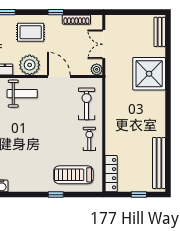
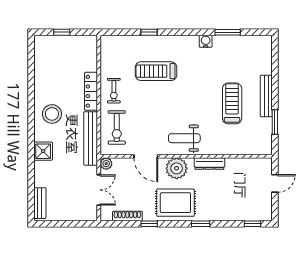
rug: (31, 32) -> (175, 203), width x1.36, depth x1.43
shower: (149, 74) -> (43, 151), width x0.54, depth x0.54
stool: (148, 117) -> (52, 114), added
bench: (159, 163) -> (91, 138), moved
locker: (111, 174) -> (91, 91), moved
treadmill: (73, 175) -> (156, 71), moved, turned 180

